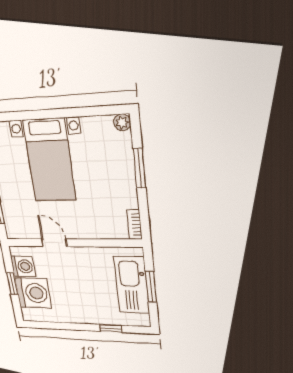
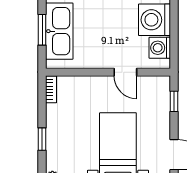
window: (140, 168) -> (42, 139), width x0.67
window: (12, 284) -> (174, 29), removed

